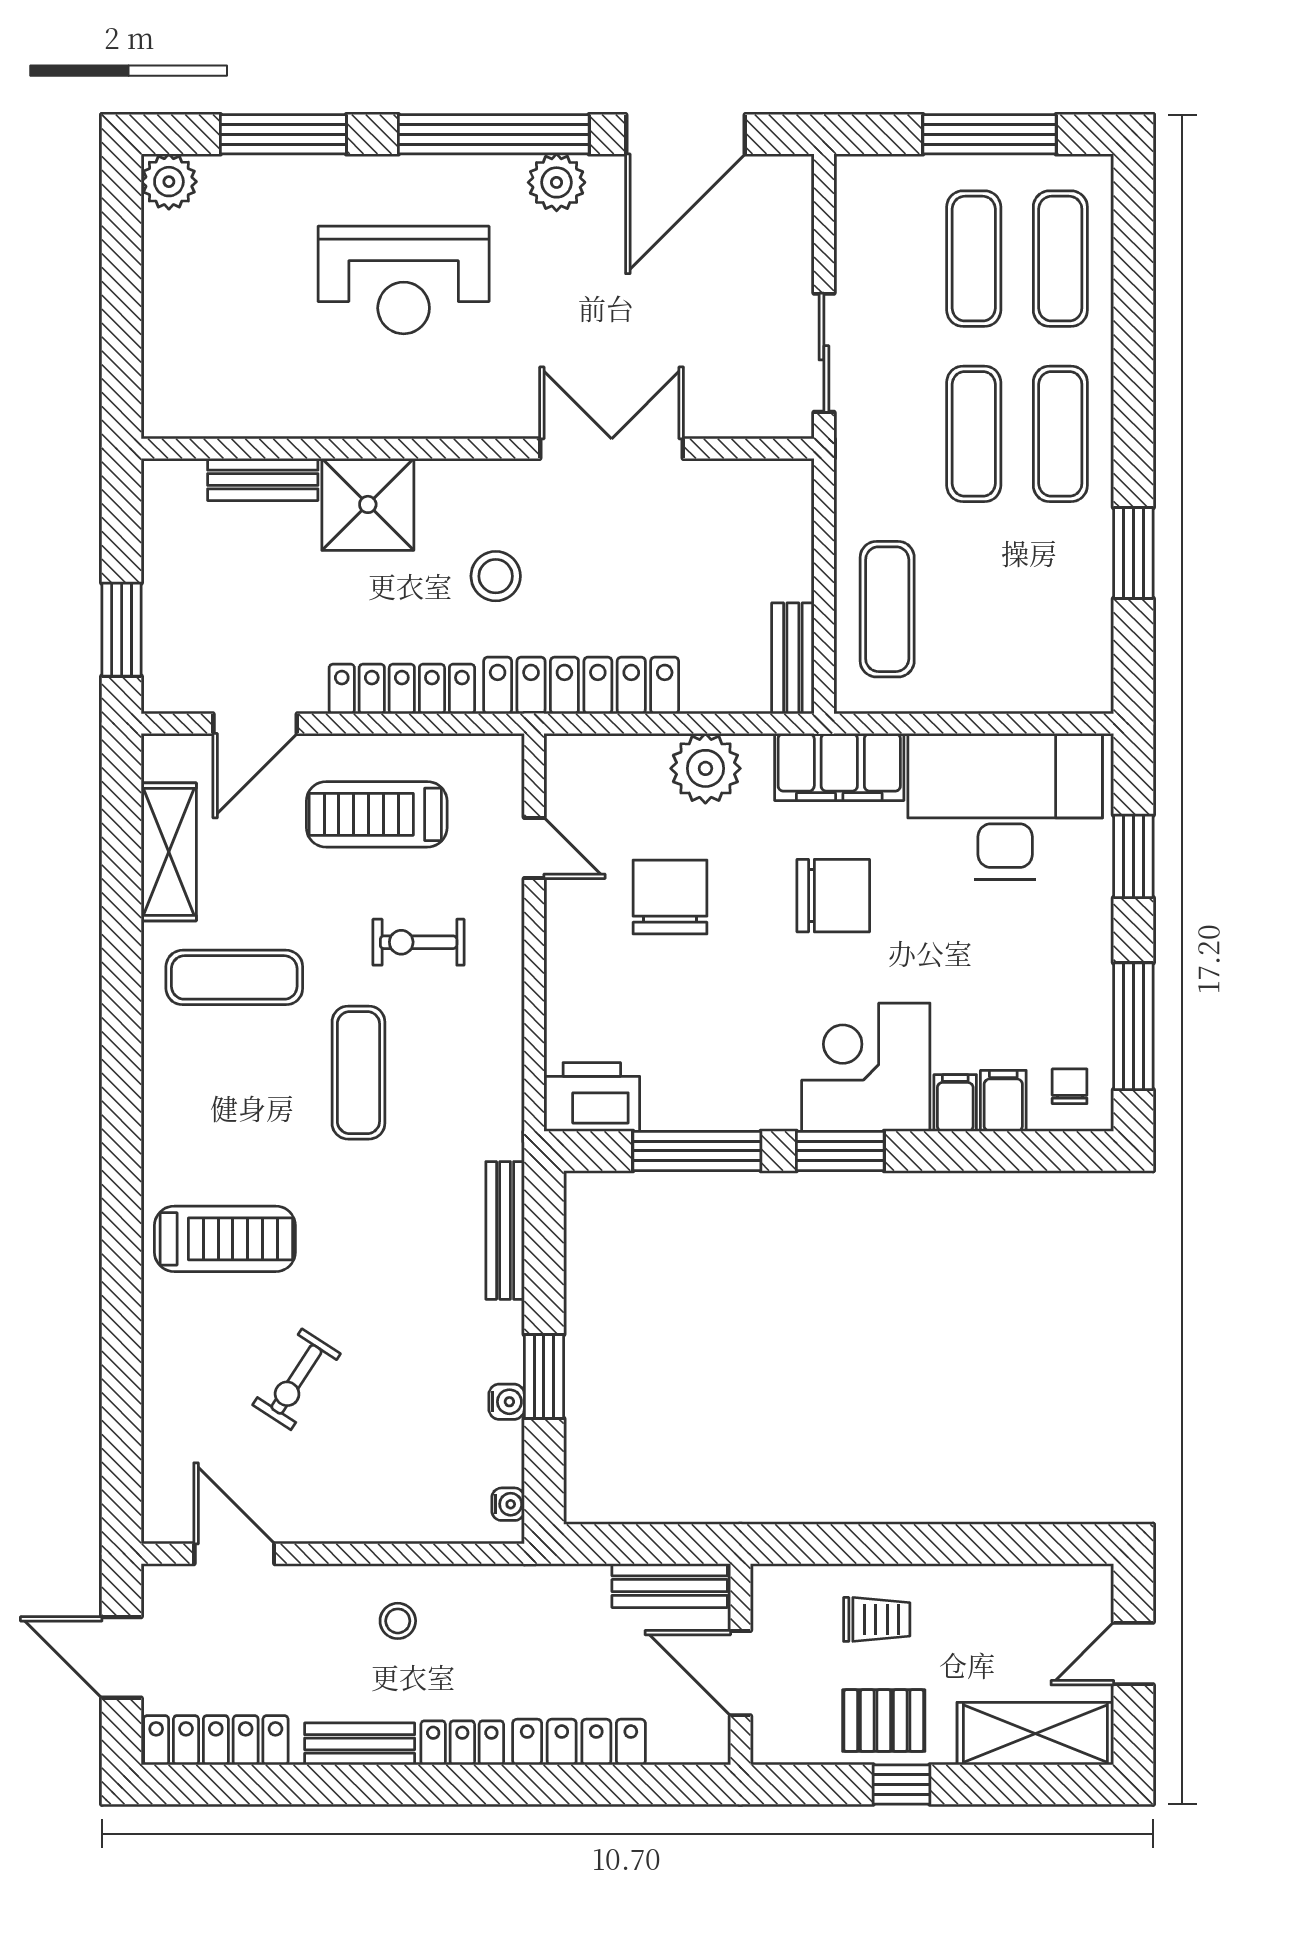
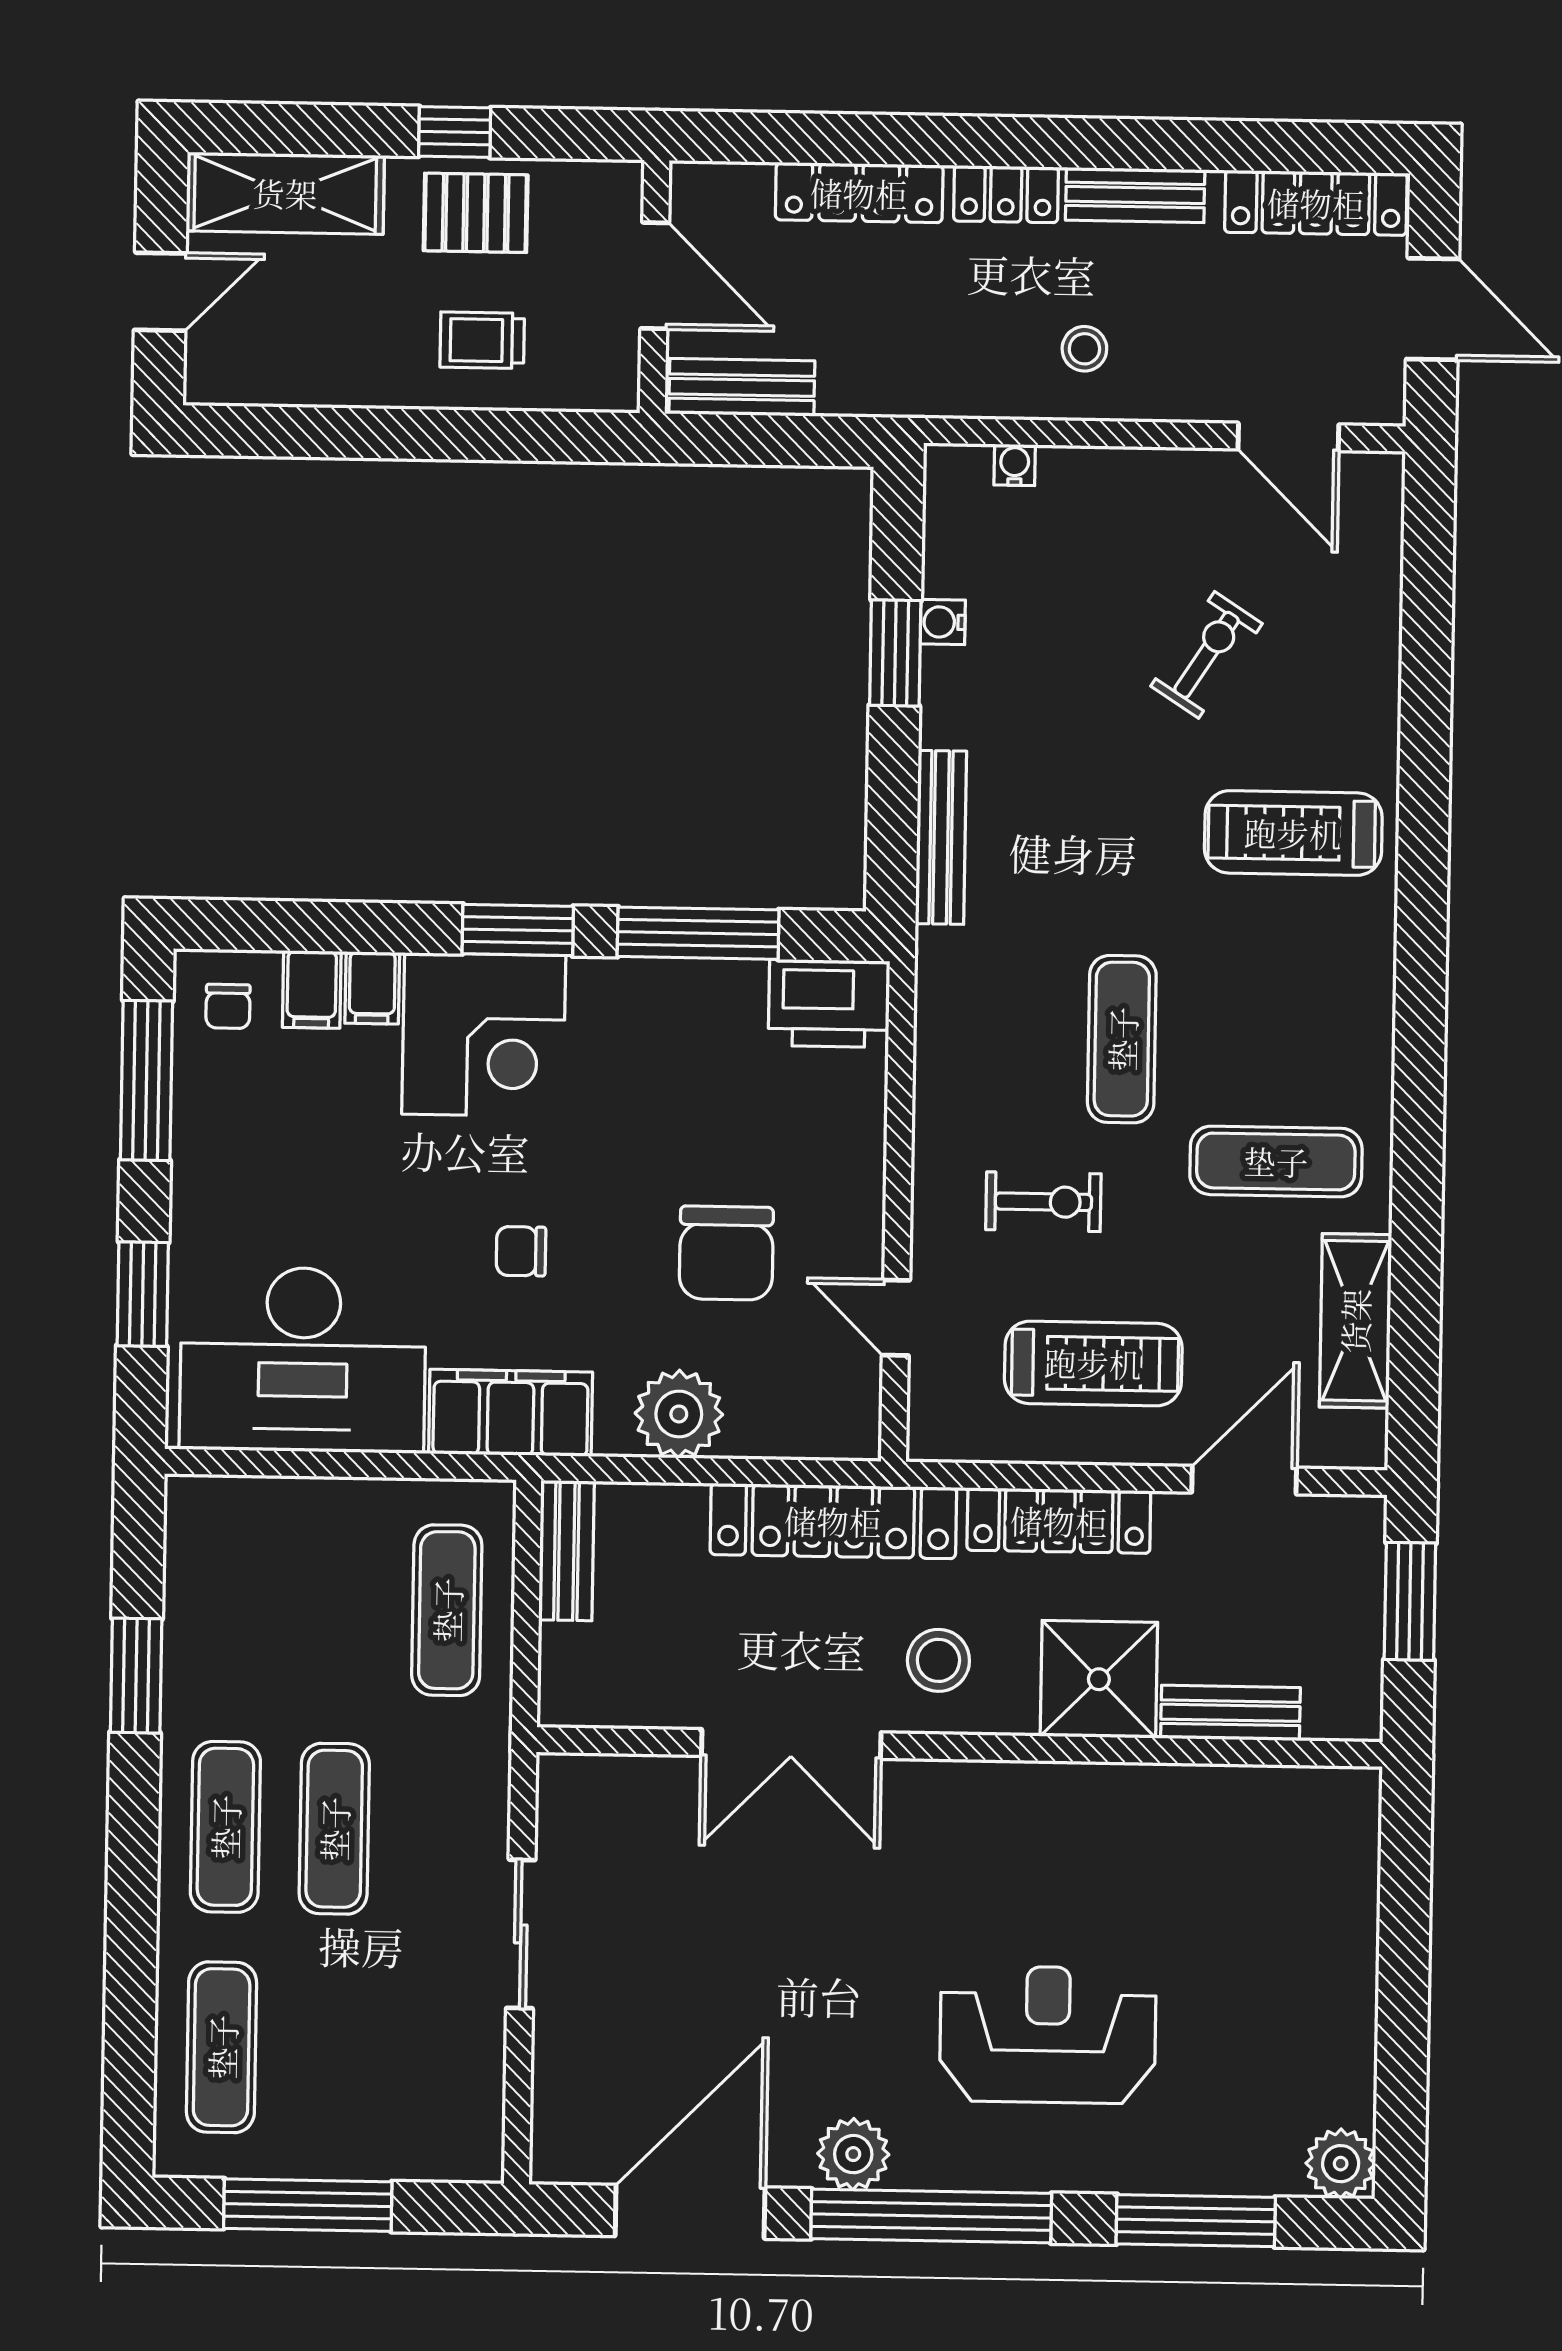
exercise mat: (974, 259) -> (330, 2049), removed
wall: (478, 449) -> (960, 1747), moved
double door: (612, 449) -> (791, 1744), moved
bench: (263, 480) -> (1230, 1713), moved
shower: (368, 504) -> (1099, 1679), moved
chair: (833, 896) -> (521, 1251), width x0.54, depth x0.54
water cooler: (508, 1504) -> (1015, 465), moved, turned 90

